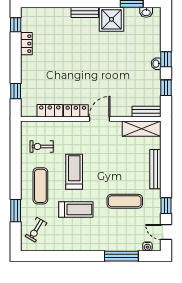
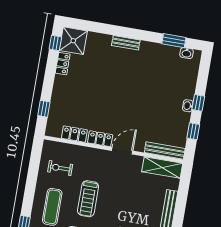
shower: (111, 19) -> (73, 41), moved
bench: (146, 112) -> (165, 151), width x1.36
treadmill: (74, 172) -> (88, 199), turned 180

